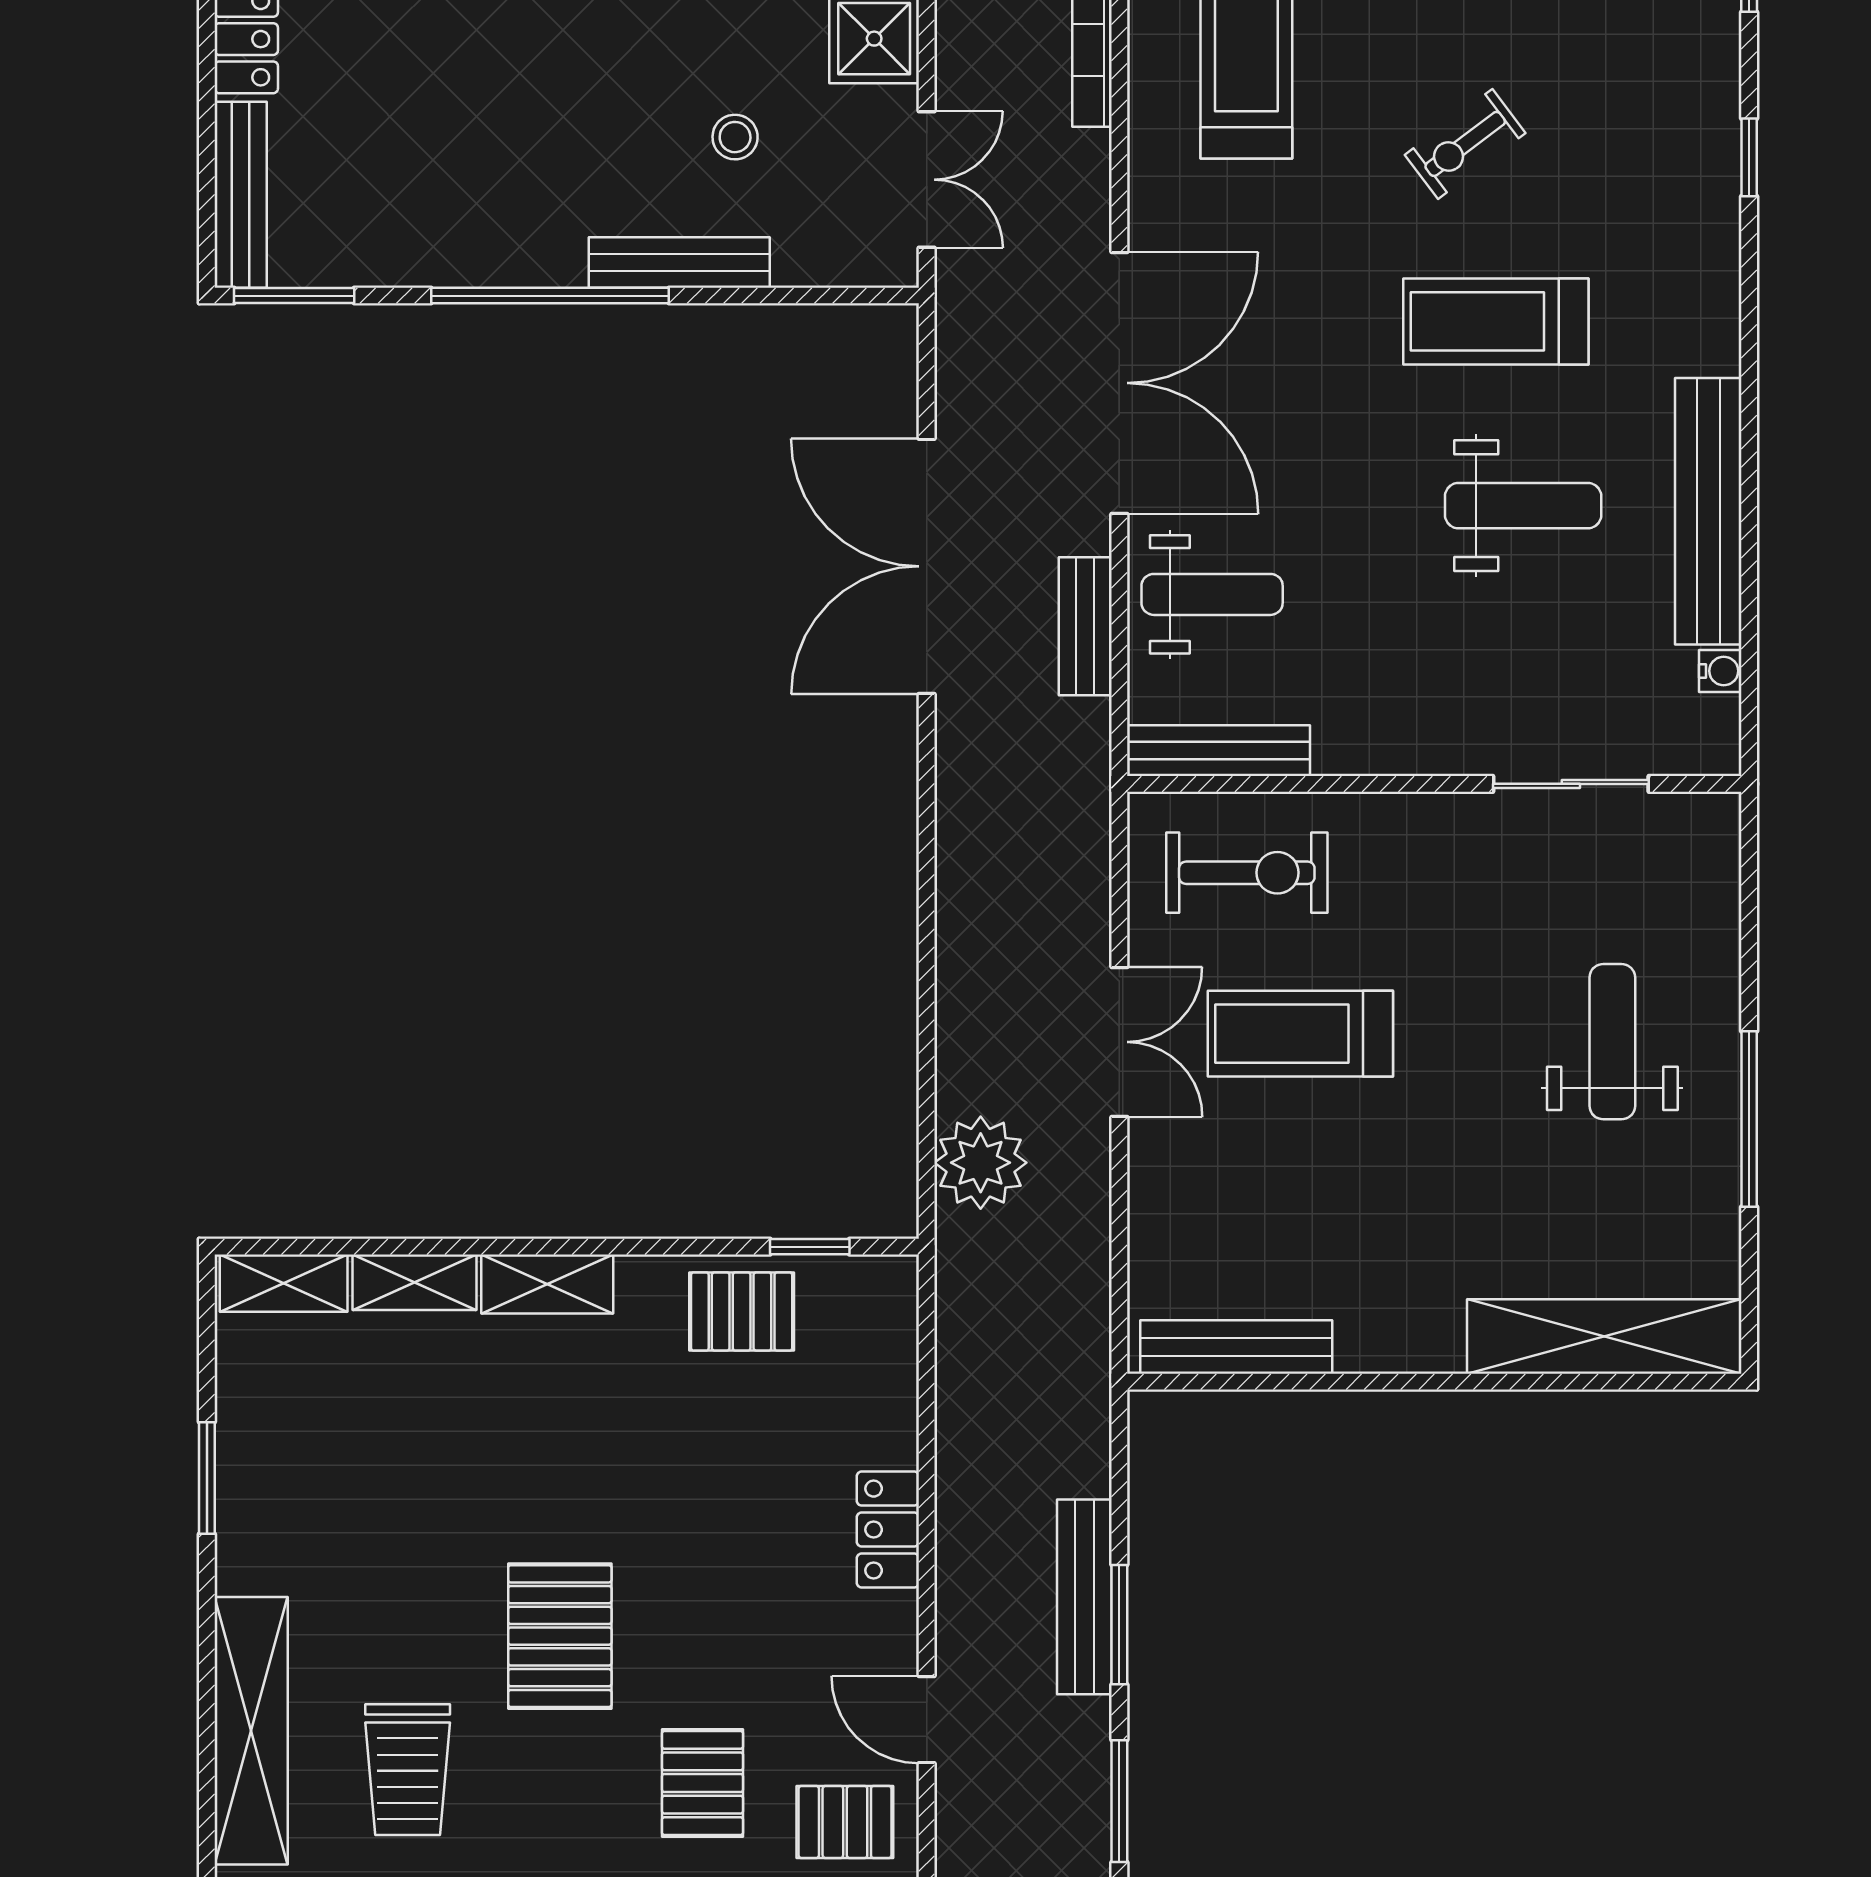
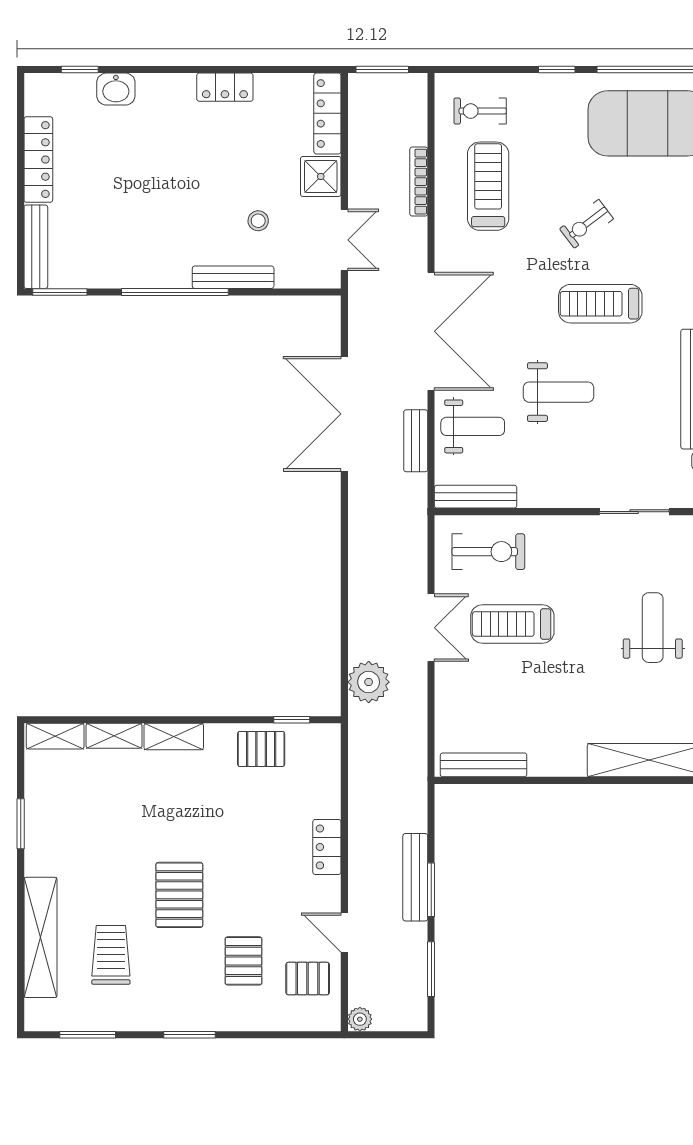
weight bench: (1523, 506) -> (559, 392), moved
trolley: (408, 1770) -> (111, 955), turned 180

